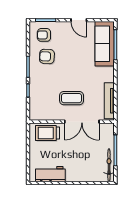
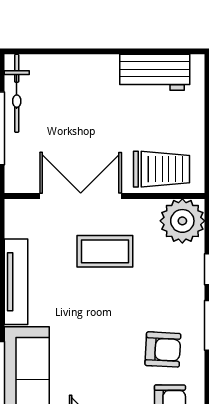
tv unit: (109, 101) -> (16, 282), moved
plant: (39, 111) -> (182, 221), added

